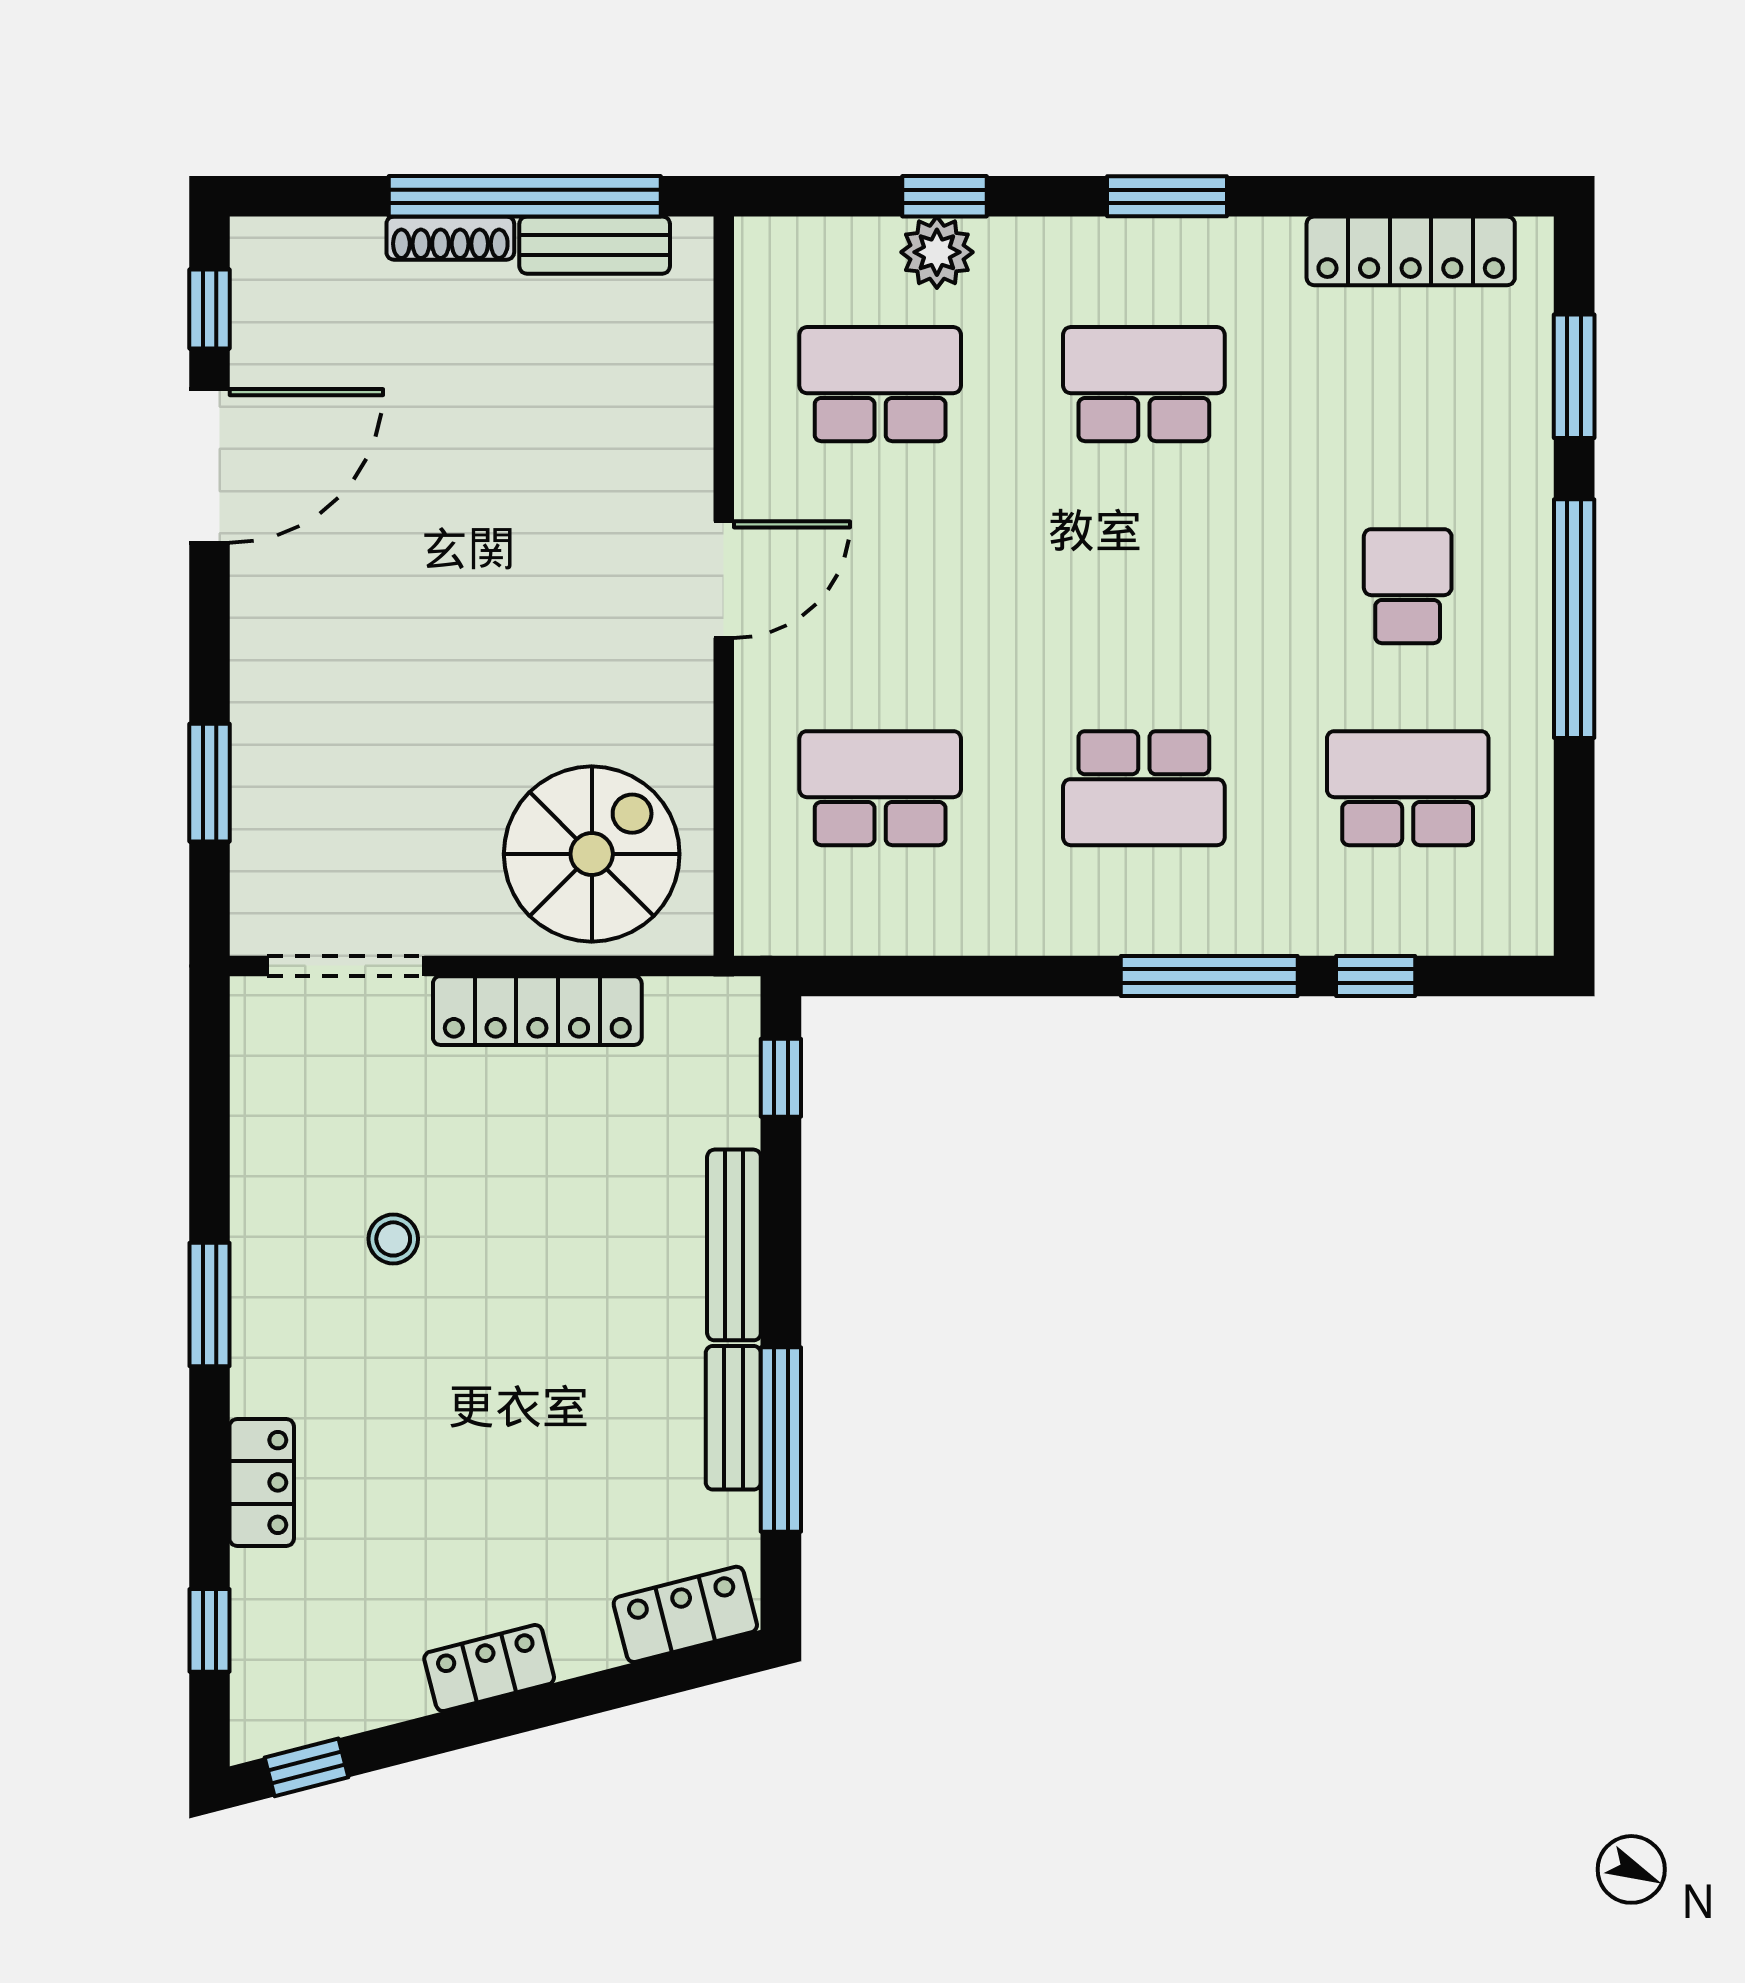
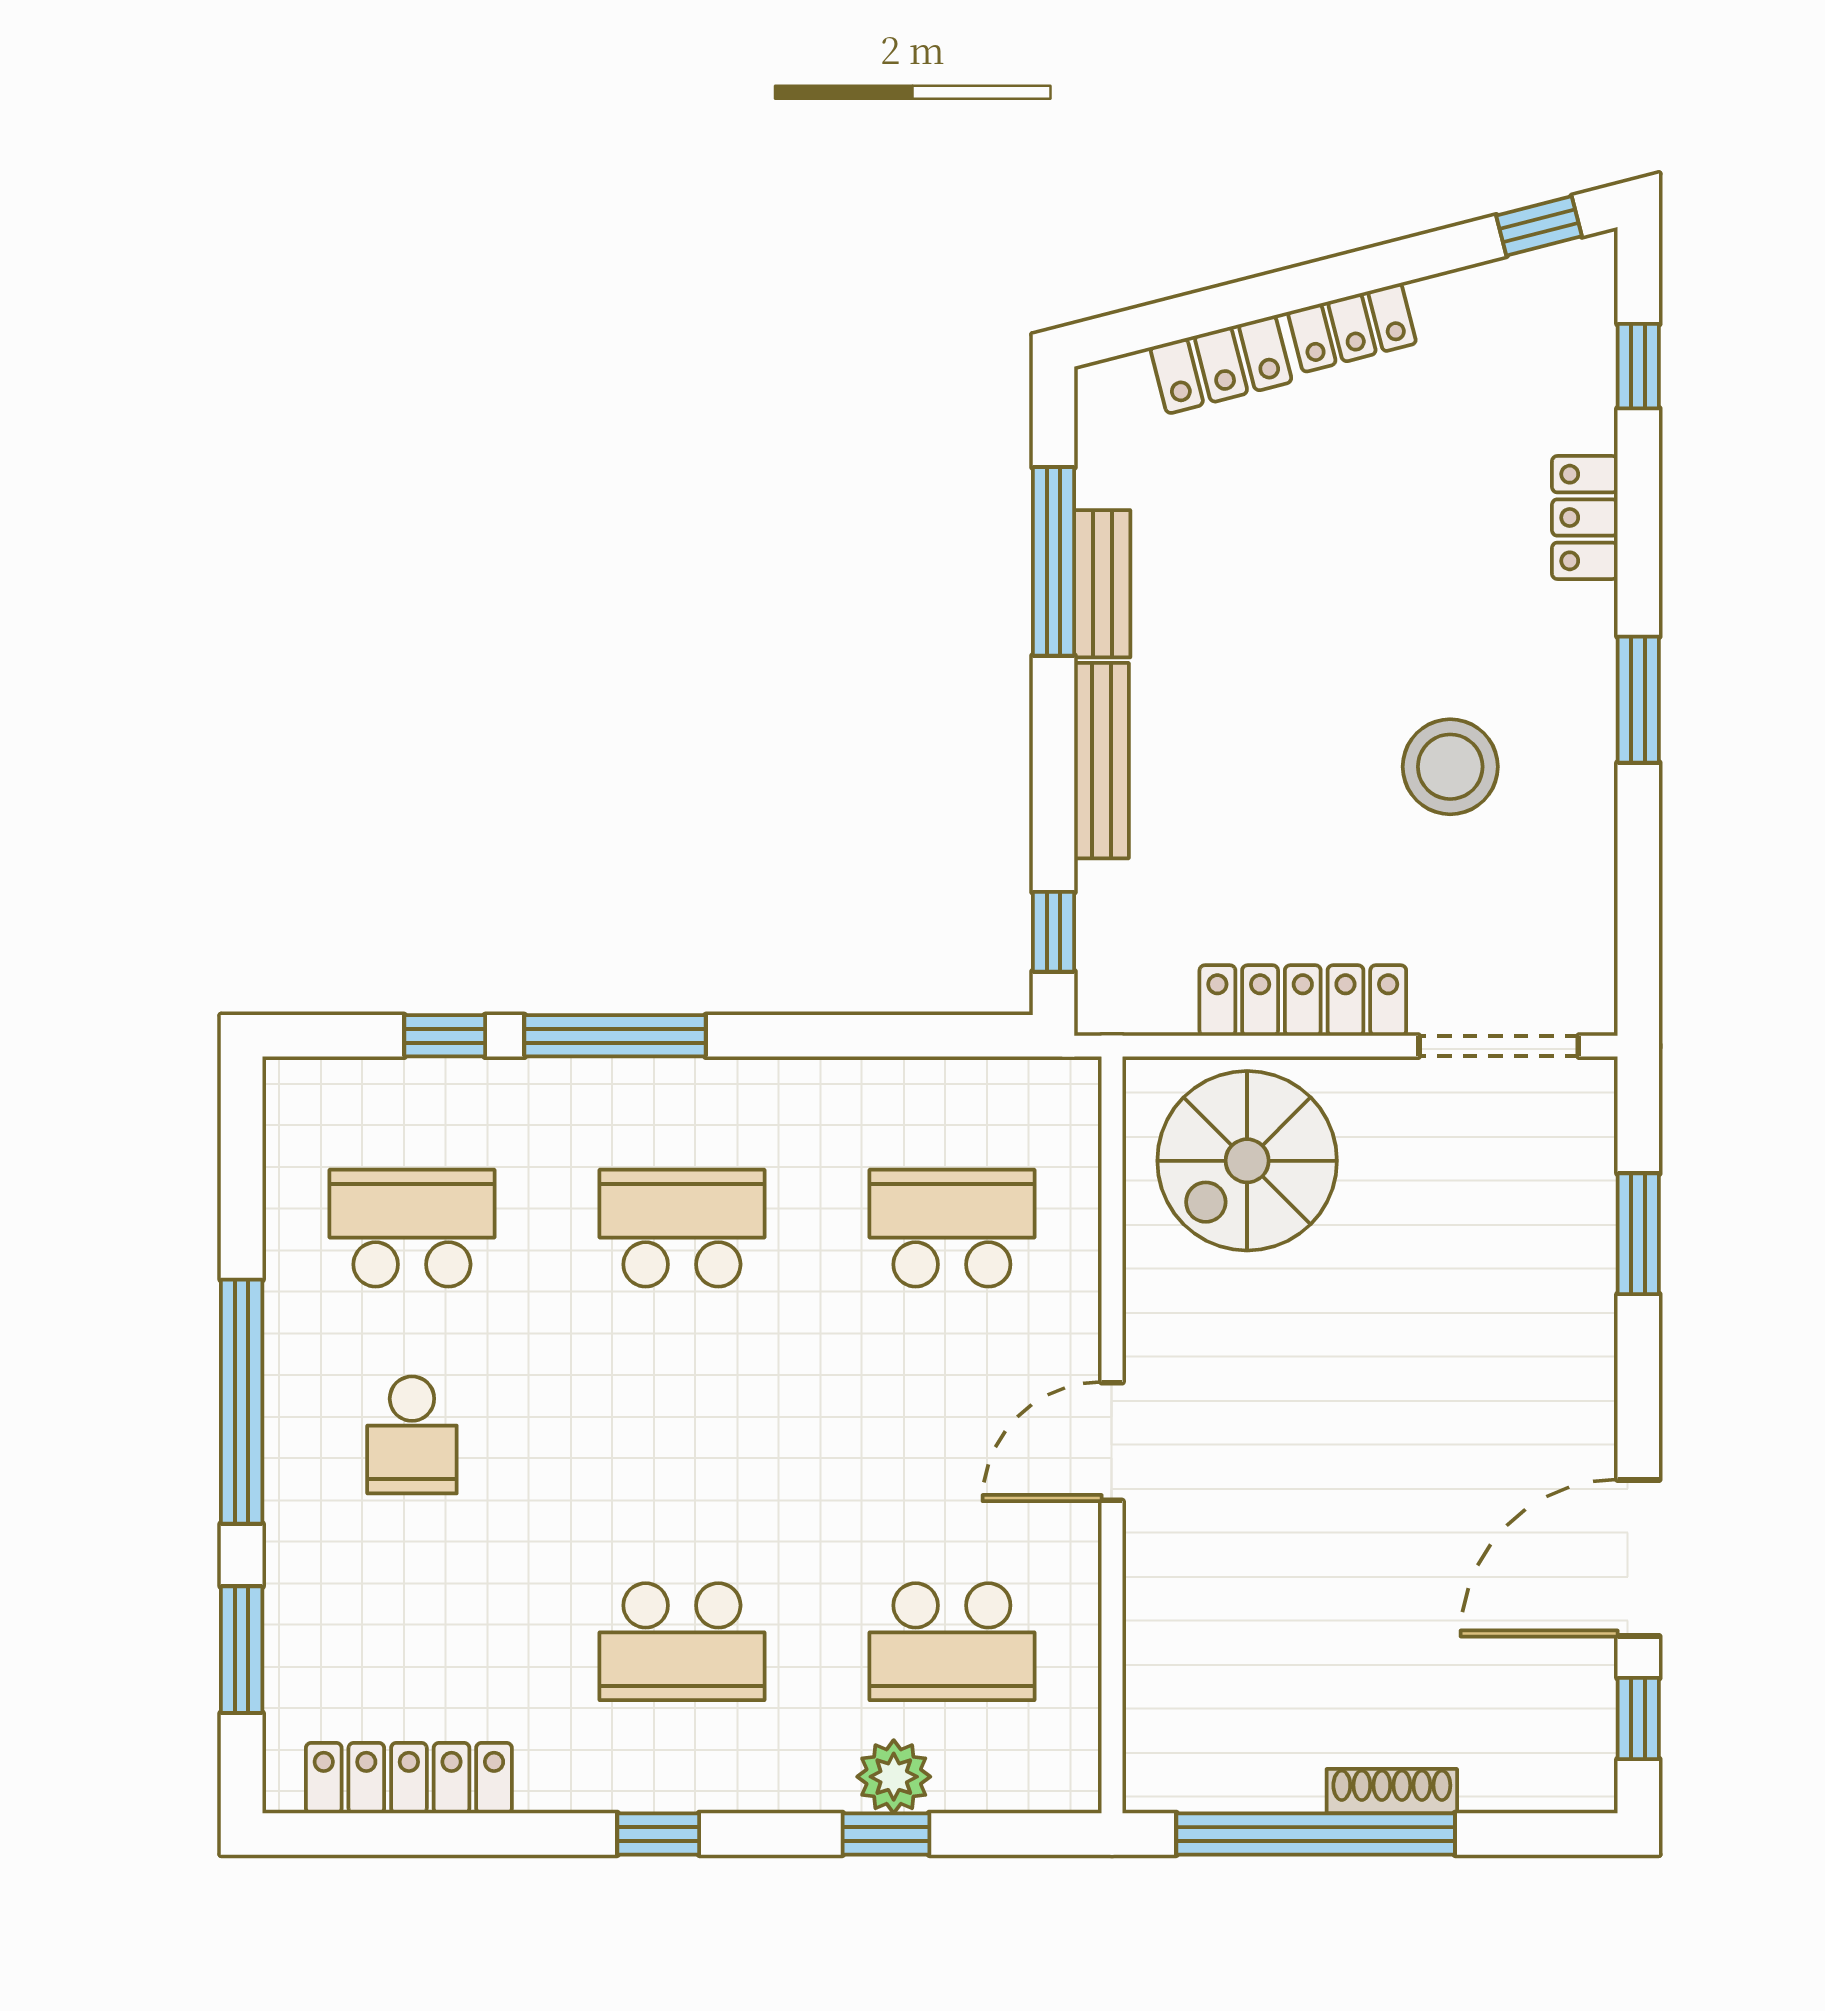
window: (1167, 196) -> (658, 1834), width x0.67
bench: (595, 245) -> (1244, 1784), removed
school desk: (880, 788) -> (952, 1228), turned 180
school desk: (1408, 788) -> (412, 1228), turned 180
stool: (393, 1239) -> (1450, 767), width x1.89, depth x1.89
locker: (685, 1614) -> (1221, 365), moved

